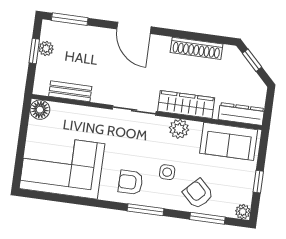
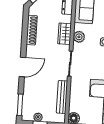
bench: (70, 91) -> (62, 97), width x1.36
wardrobe: (186, 104) -> (65, 34), width x0.67

